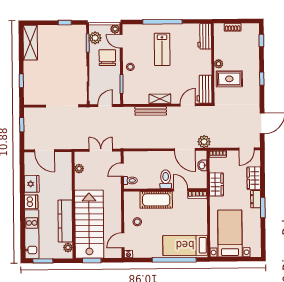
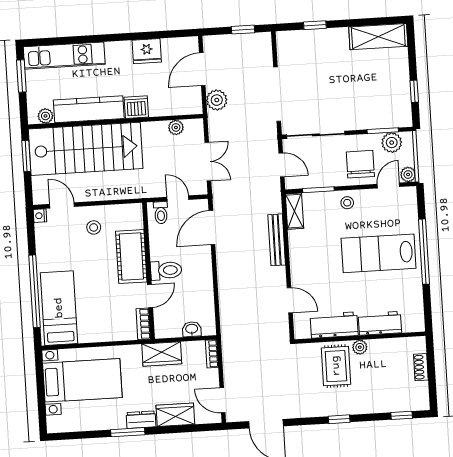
workbench: (205, 36) -> (380, 323), moved
lab bench: (162, 49) -> (379, 253), width x1.36, depth x1.39
chair: (107, 58) -> (360, 164), turned -90
workbench: (204, 89) -> (334, 325), moved
shelving: (160, 99) -> (294, 211), moved
plant: (204, 142) -> (217, 100), moved
door: (185, 150) -> (212, 228), moved
dishwasher: (31, 202) -> (136, 107), moved, turned 180

